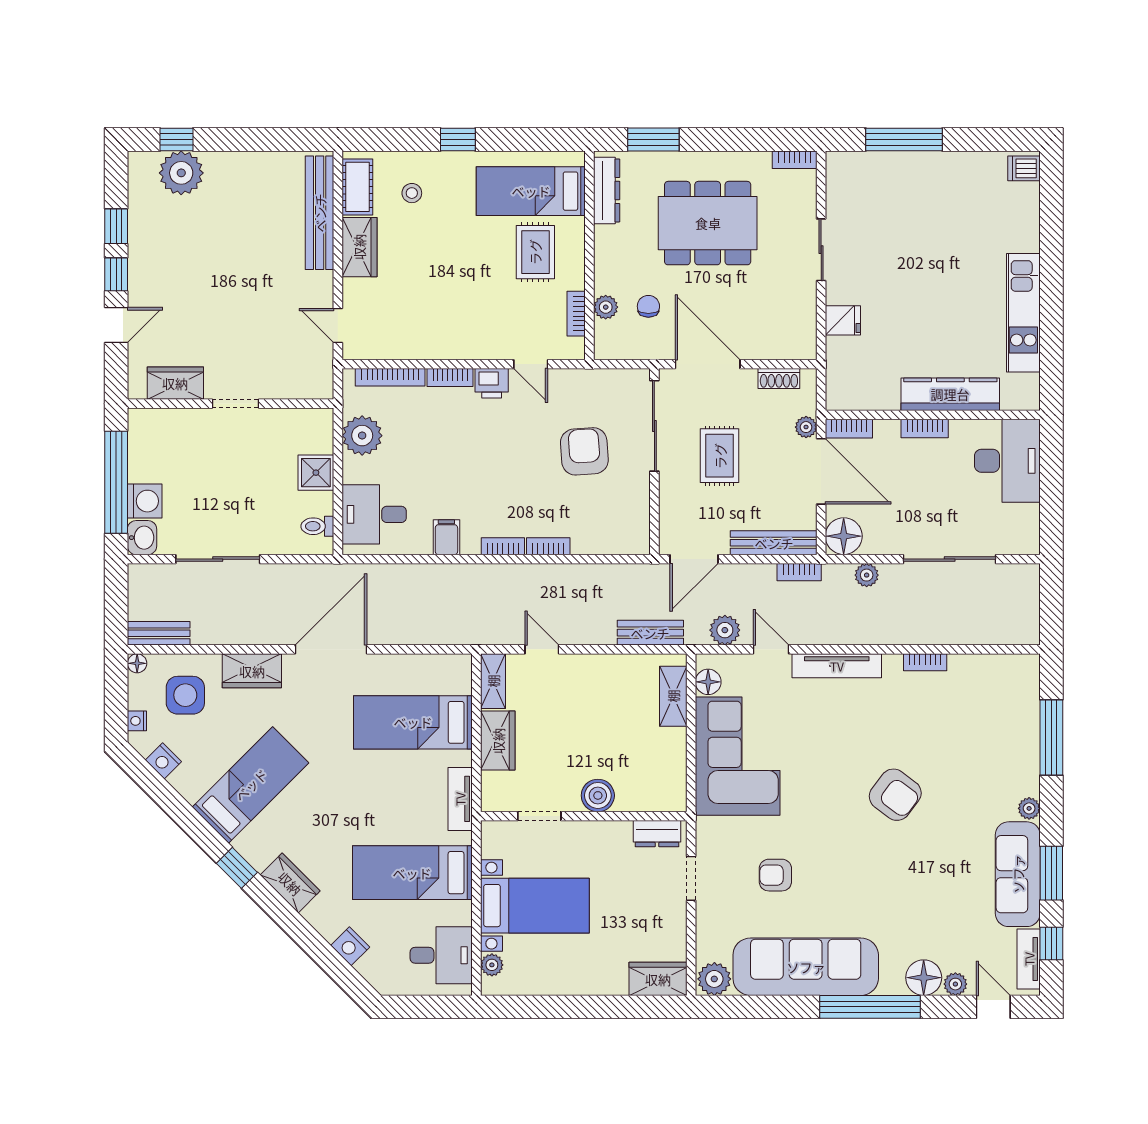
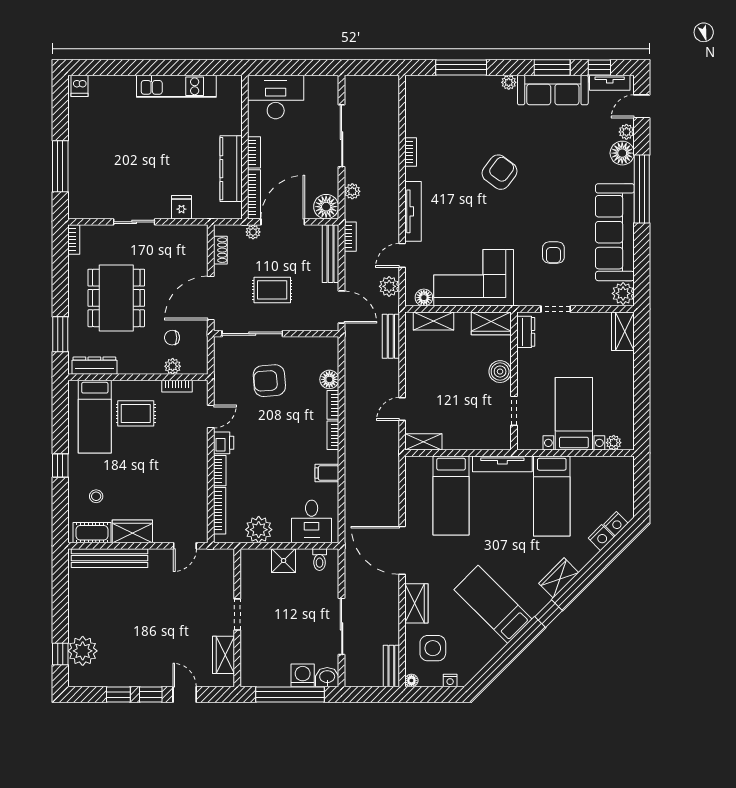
kitchen counter: (950, 394) -> (231, 169), moved
bookcase: (849, 429) -> (254, 194), width x1.56
floor lamp: (586, 541) -> (329, 379), added
wardrobe: (498, 741) -> (491, 323), moved, turned 180
nightstand: (163, 761) -> (616, 524), moved
tv unit: (460, 799) -> (502, 464), width x1.41
desk: (441, 955) -> (607, 477), removed

